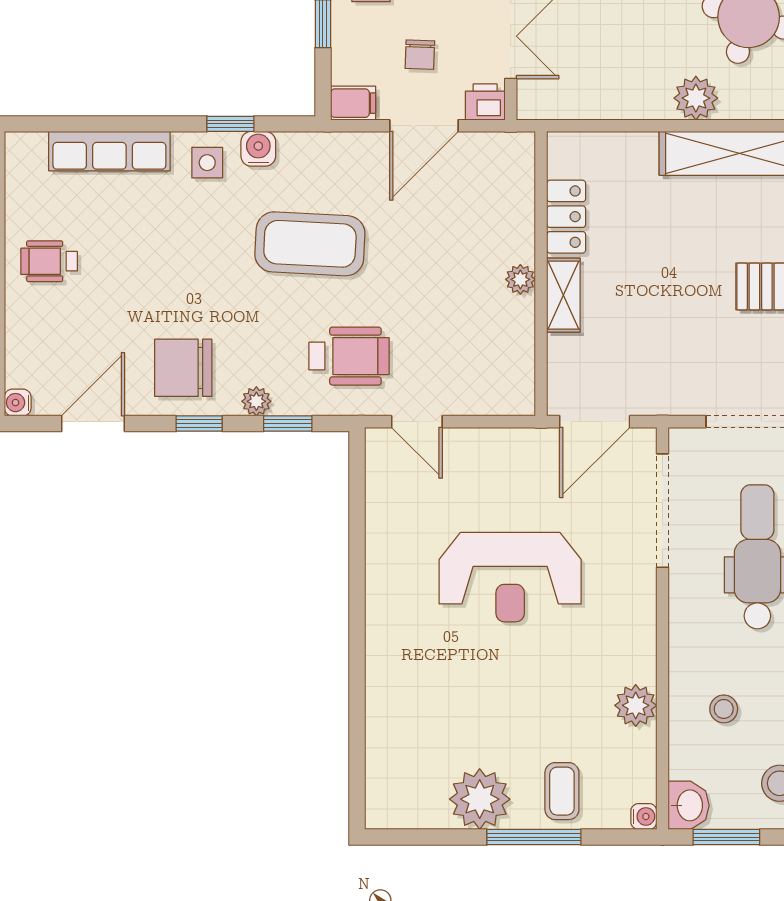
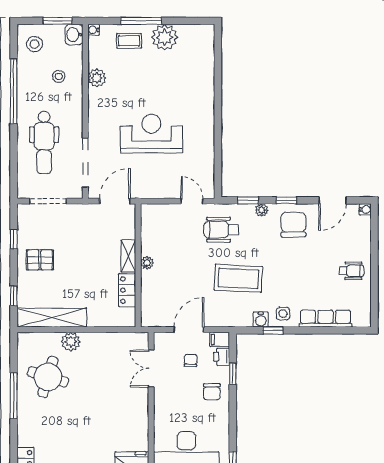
printer: (485, 102) -> (222, 357), moved, turned 90
chair: (183, 368) -> (293, 225), turned -90
coffee table: (562, 791) -> (129, 41), turned 90

